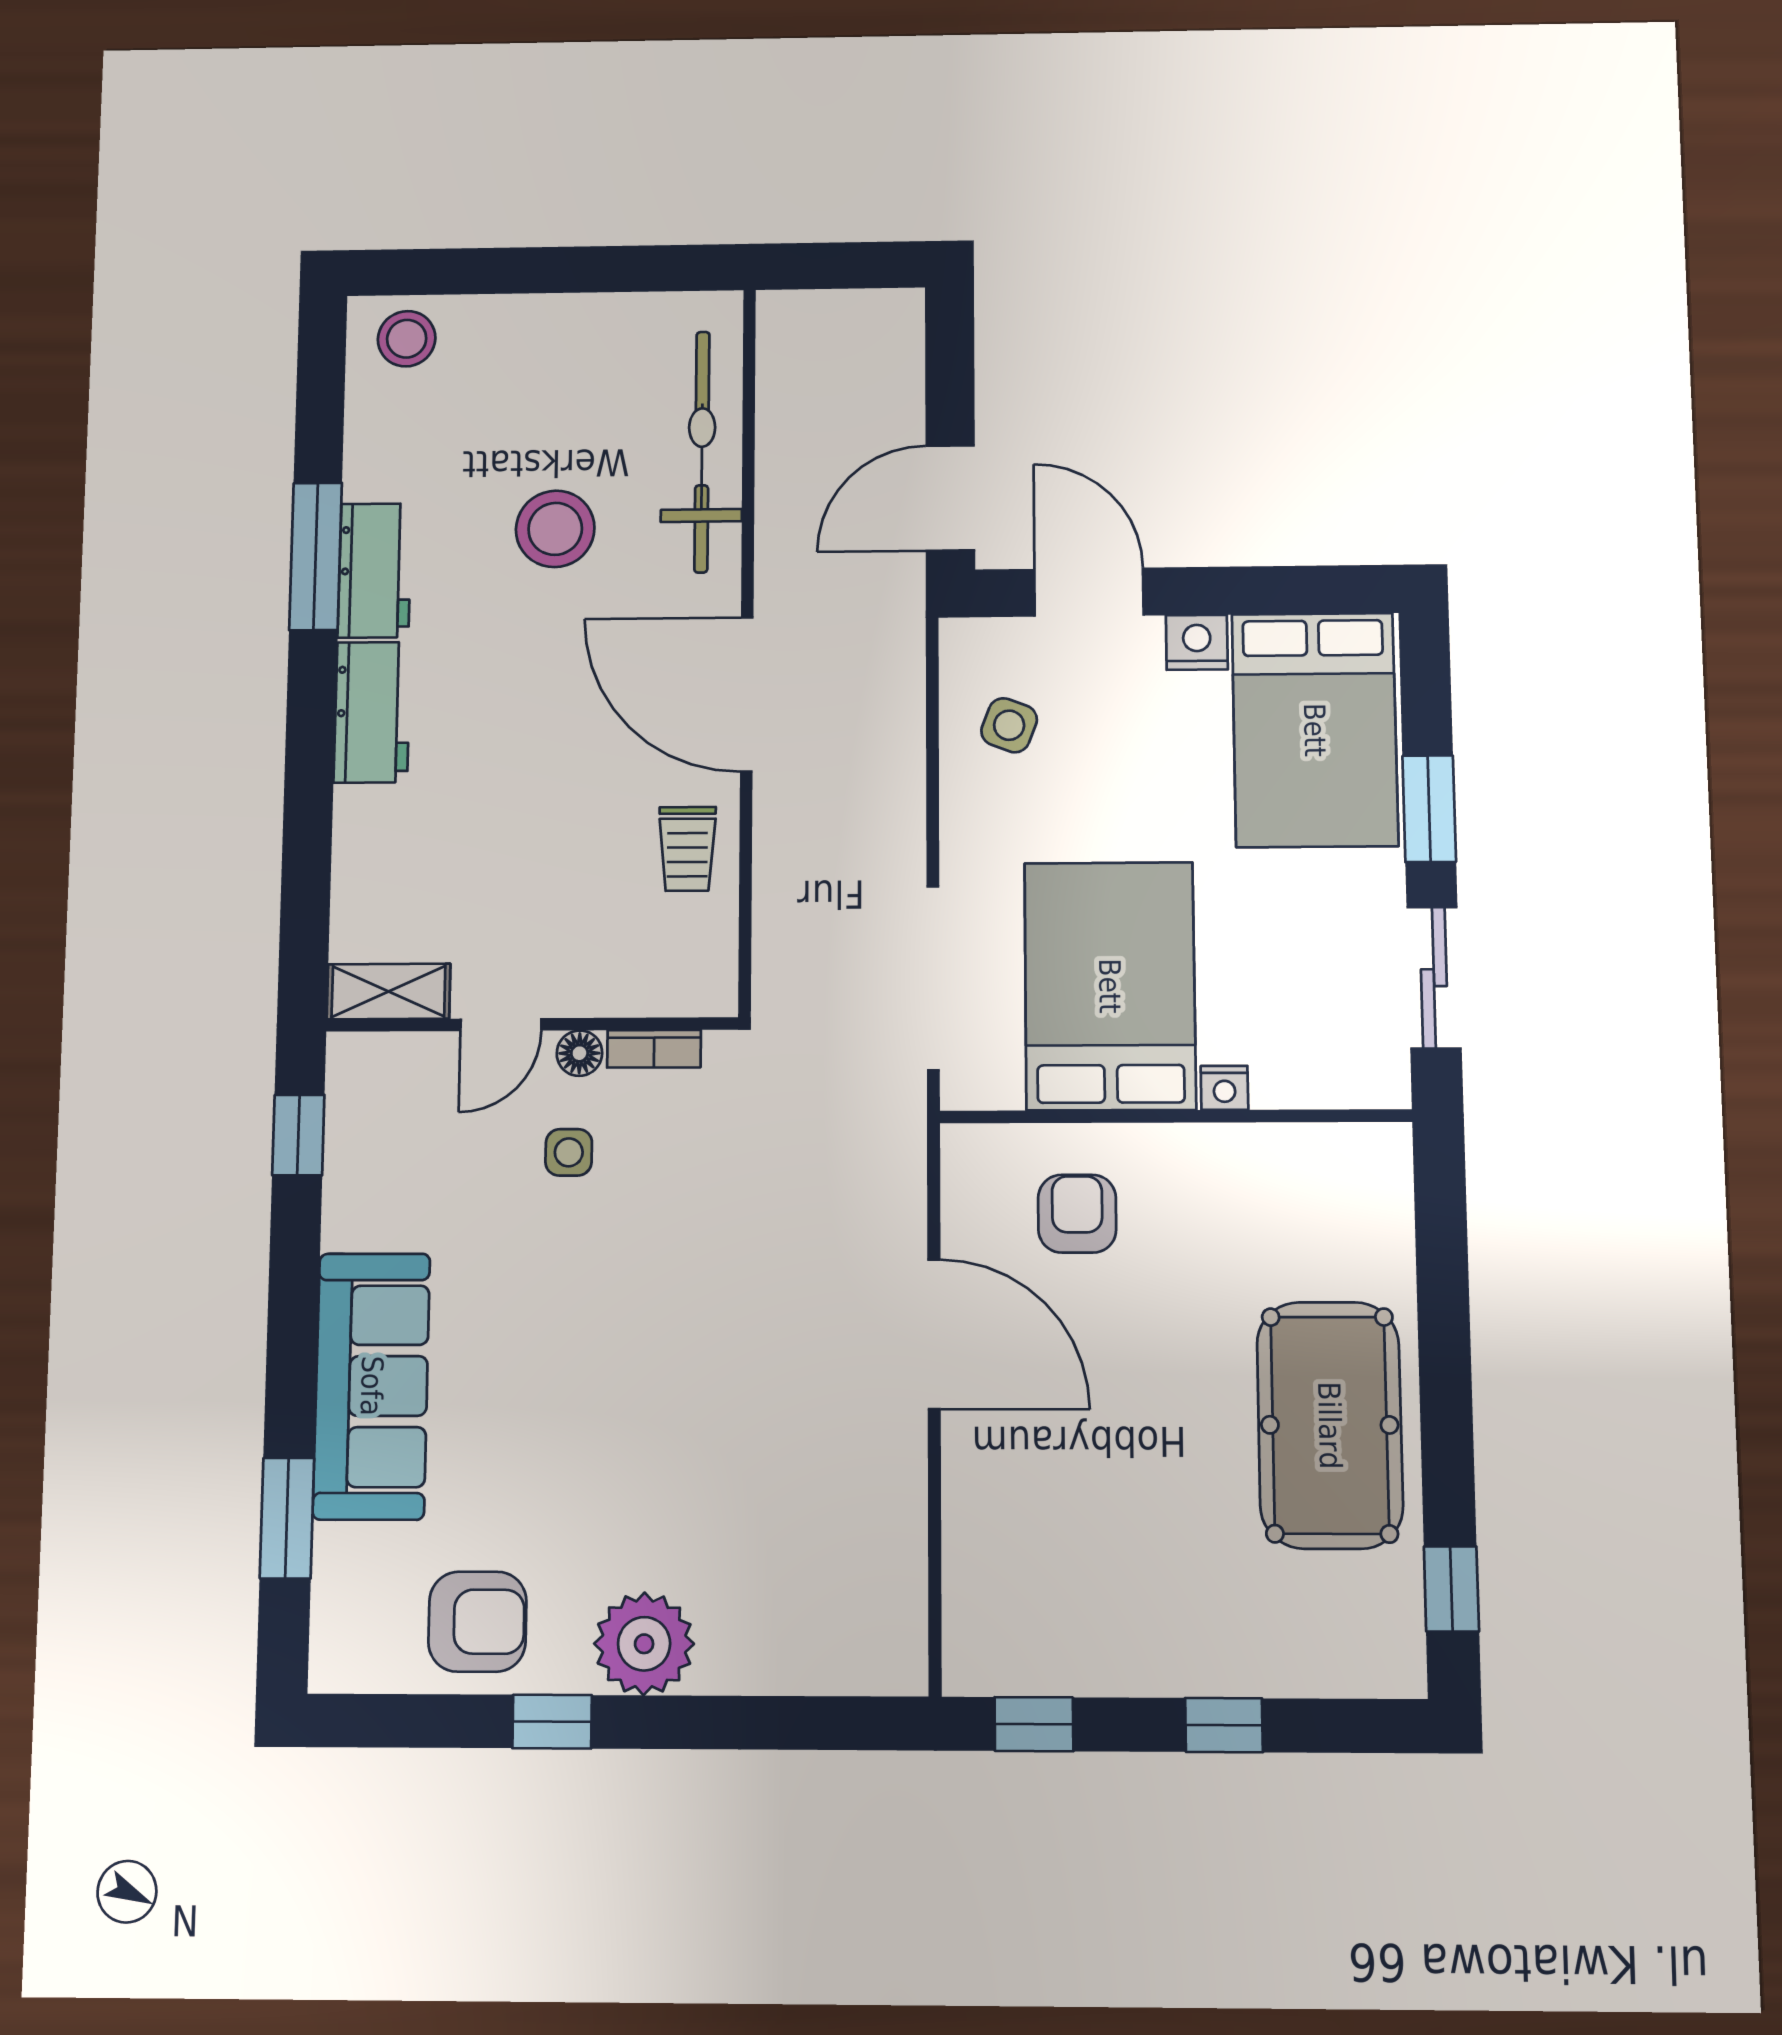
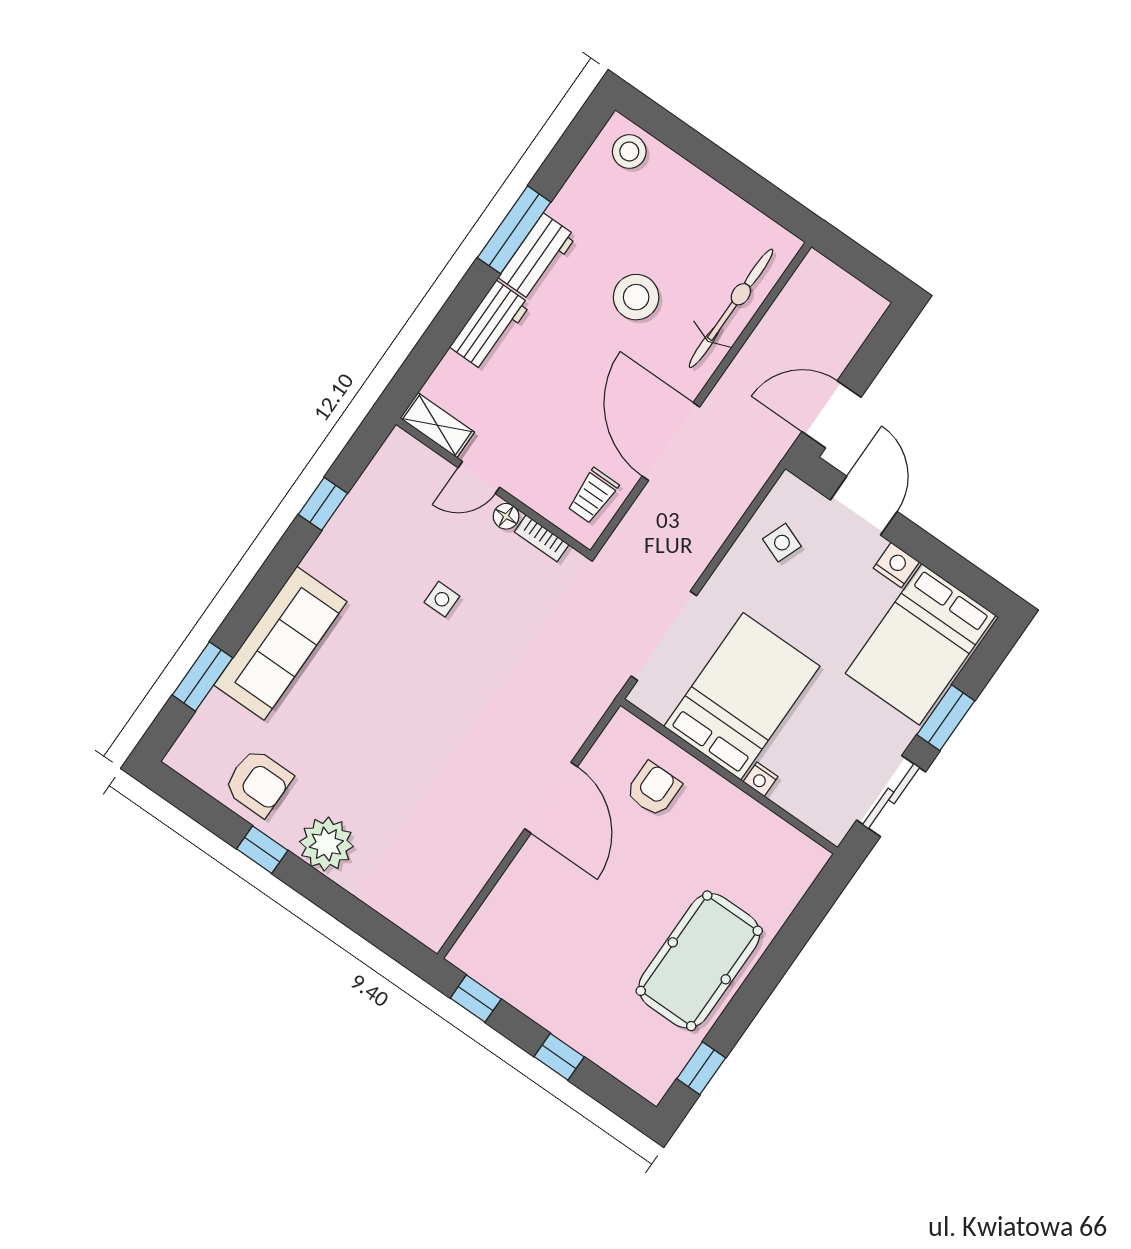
shelving: (388, 991) -> (437, 425), moved
door: (501, 1025) -> (479, 477), moved
wall: (532, 1025) -> (493, 487), moved
bookcase: (654, 1049) -> (542, 538), moved
floor lamp: (579, 1053) -> (506, 516), moved

